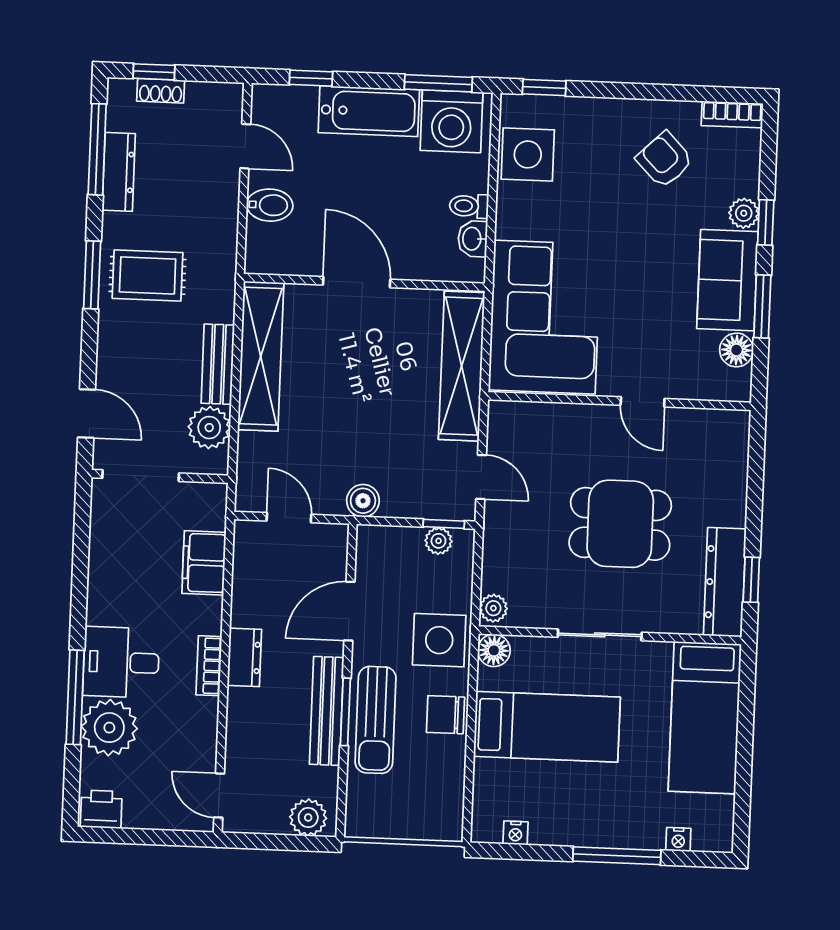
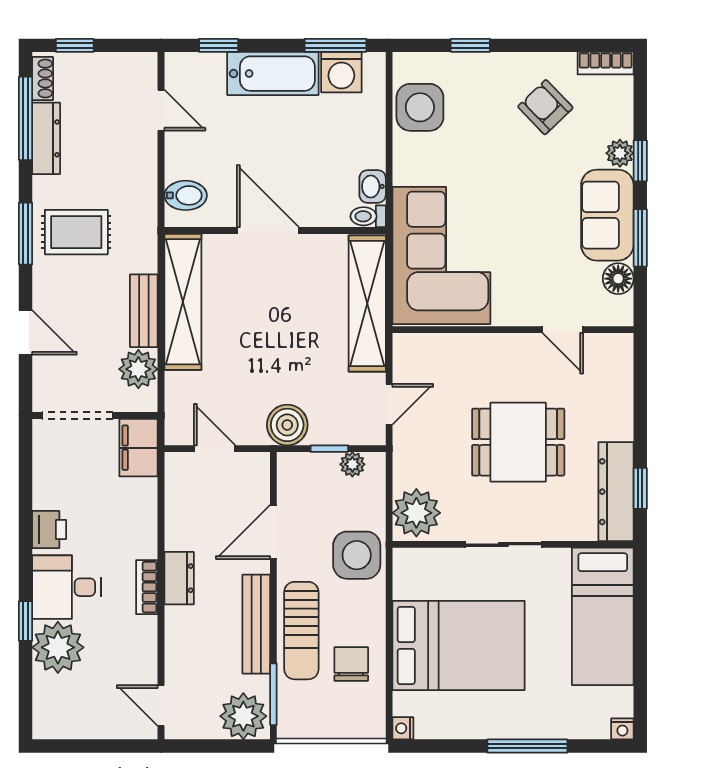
window: (544, 87) -> (470, 45), moved
shoe rack: (161, 91) -> (43, 78), moved, turned -90
washing machine: (451, 121) -> (341, 72), width x0.73, depth x0.73
bidet: (270, 205) -> (186, 195), moved
toilet: (469, 206) -> (368, 216), moved
door: (643, 402) -> (563, 330), moved
door: (87, 413) -> (26, 332), moved
door: (481, 477) -> (389, 404), hinge flipped
boiler: (363, 501) -> (287, 425), width x1.36, depth x1.36
window: (444, 524) -> (329, 449), moved
filing cabinet: (204, 563) -> (139, 448), moved
plant: (493, 608) -> (416, 513), width x1.88, depth x1.88
floor lamp: (494, 650) -> (407, 563), removed
window: (75, 697) -> (26, 621), width x0.46
window: (345, 712) -> (273, 694), moved
chair: (445, 715) -> (351, 664), moved, turned 90
bed: (547, 727) -> (459, 645), width x1.50
printer: (101, 809) -> (49, 529), moved, turned 90
plant: (308, 818) -> (243, 716), width x1.36, depth x1.36
nightstand: (515, 833) -> (403, 728), moved, turned 90
nightstand: (678, 839) -> (622, 729), moved

